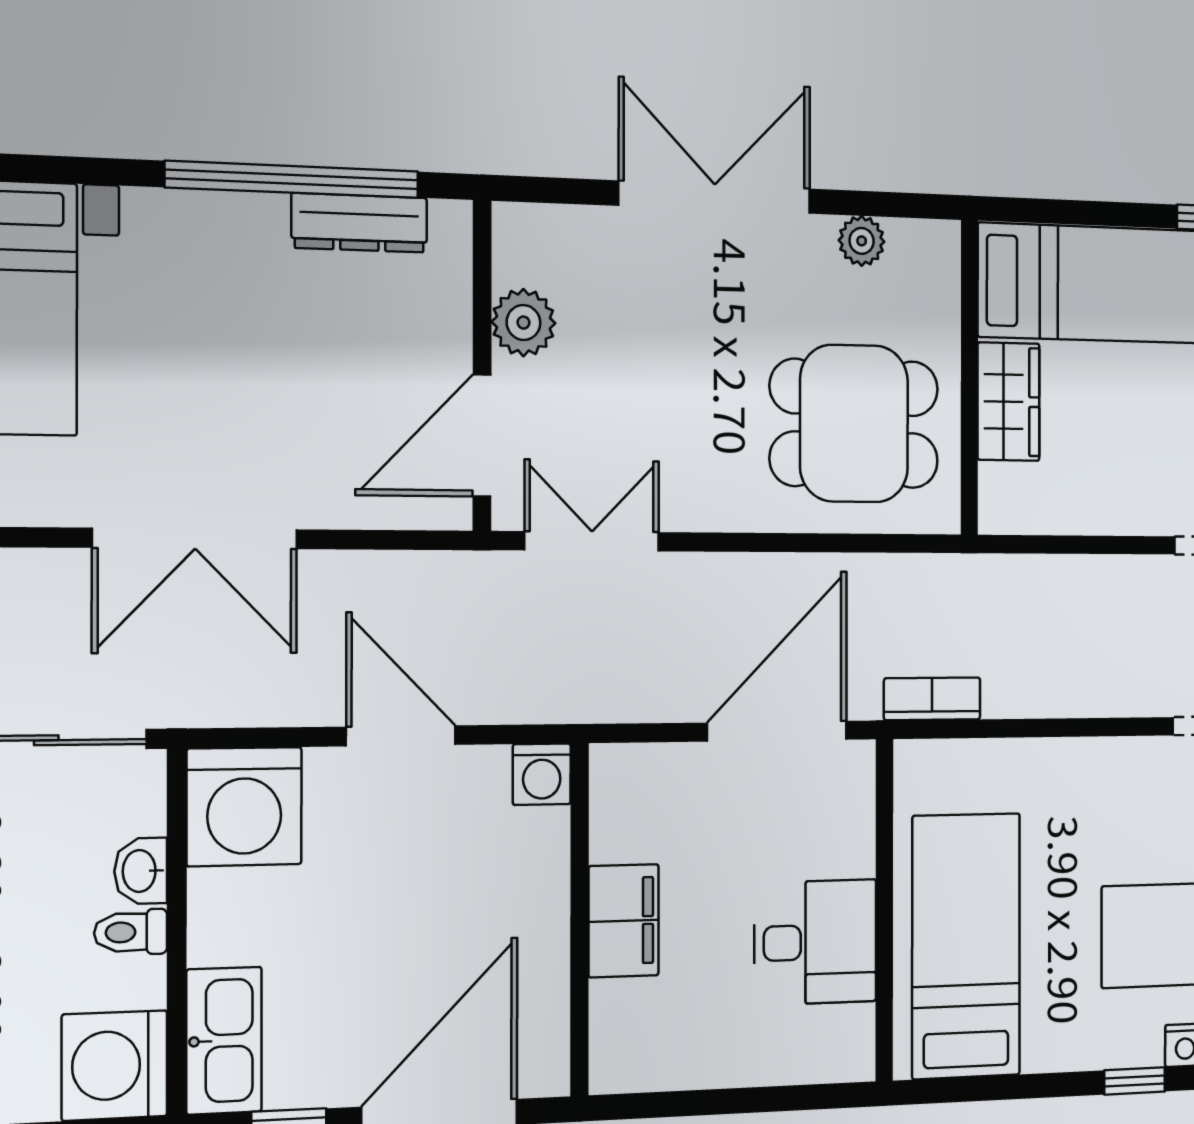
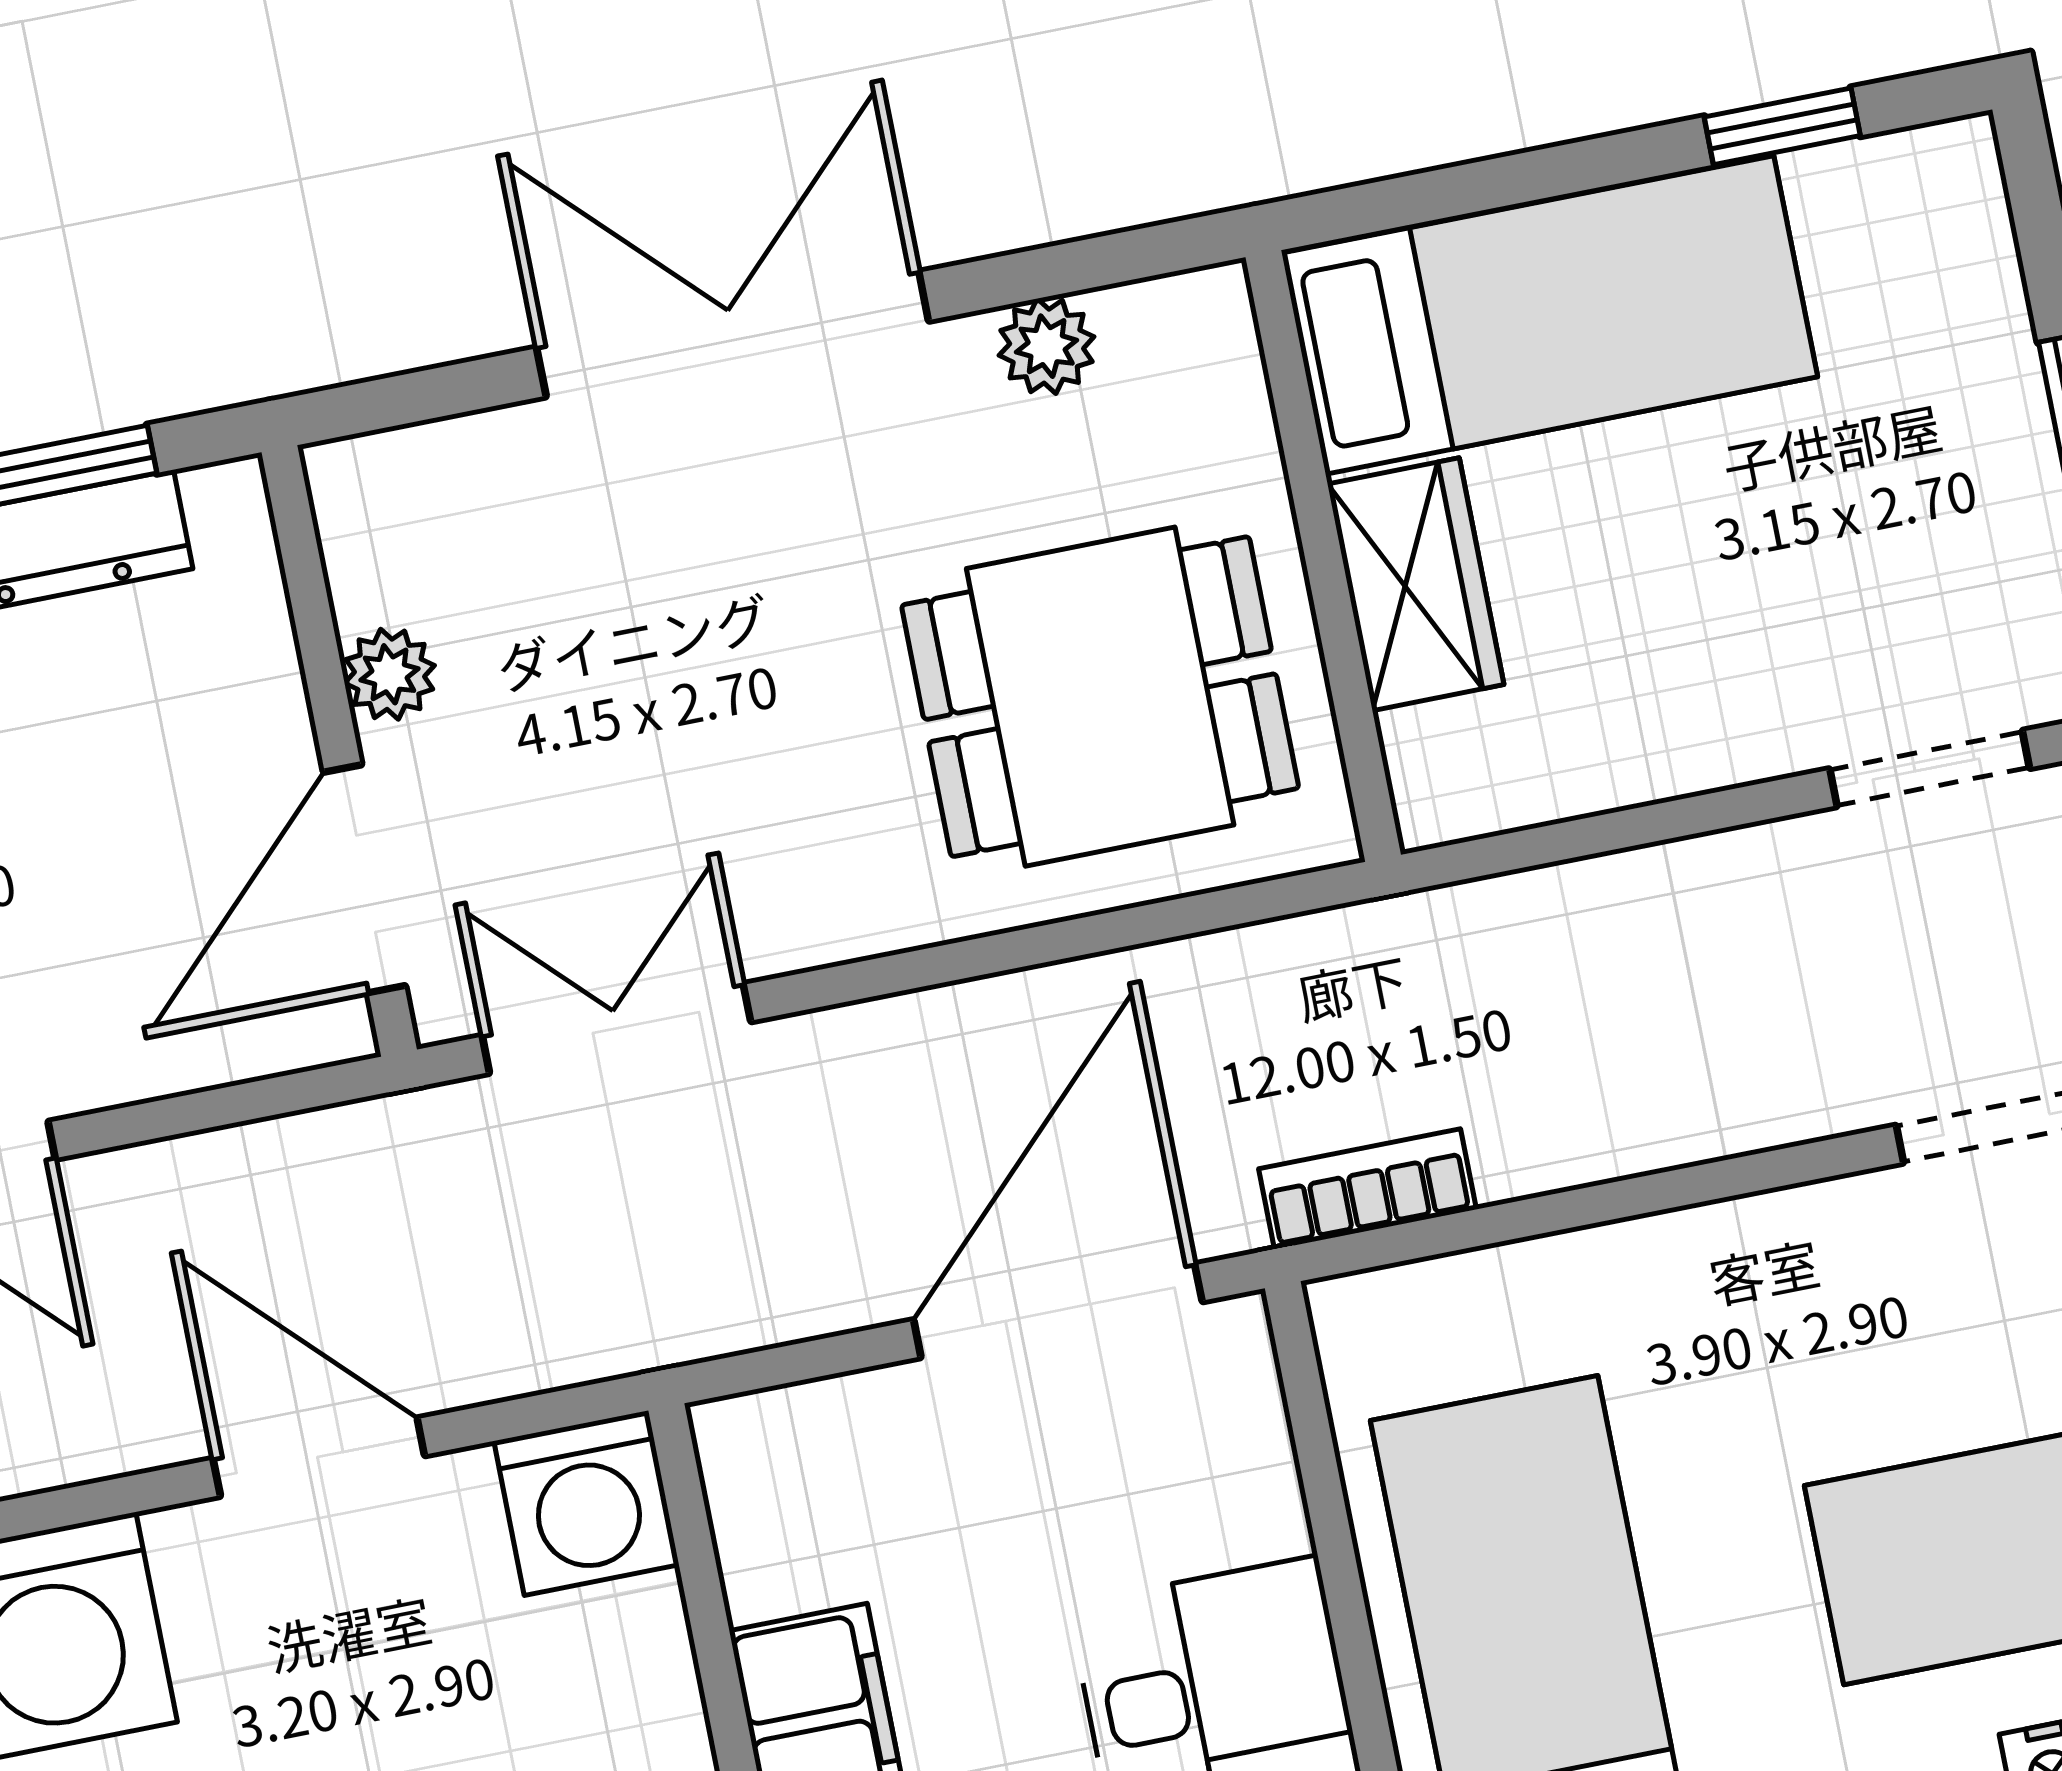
plant: (523, 323) -> (389, 674), width x0.73, depth x0.73
washing machine: (542, 774) -> (586, 1503), width x1.38, depth x1.38

